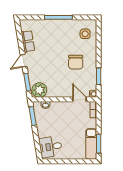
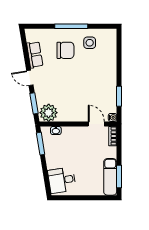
side table: (85, 34) -> (90, 43), moved
door: (24, 61) -> (30, 78), hinge flipped
chair: (76, 62) -> (65, 50), moved, turned -90

